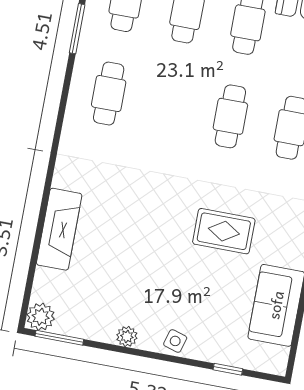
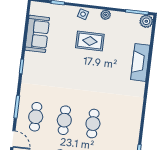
cafe table: (109, 94) -> (93, 124), moved
rug: (224, 231) -> (90, 41), moved

